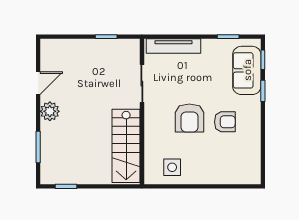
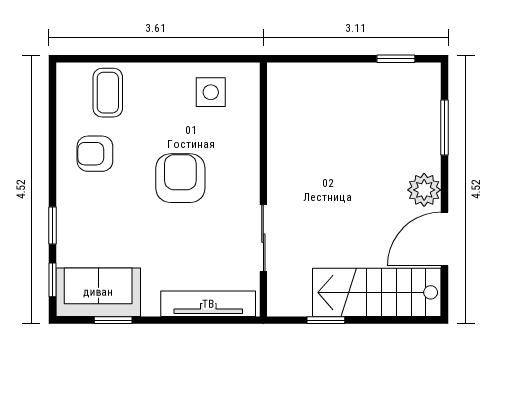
sofa: (247, 70) -> (98, 292), moved, turned -90
door: (38, 83) -> (445, 239), width x1.38
armchair: (225, 122) -> (95, 154), moved
stairs: (126, 146) -> (377, 292), moved, turned -90
coffee table: (231, 167) -> (108, 93), added

